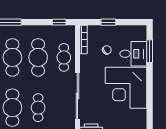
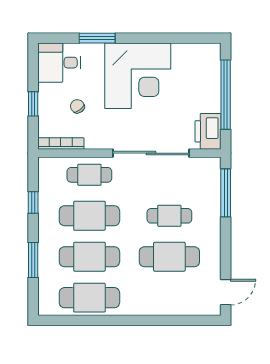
window: (59, 22) -> (33, 202), moved
window: (150, 51) -> (97, 38), moved
desk: (133, 54) -> (59, 63), moved, turned -90

